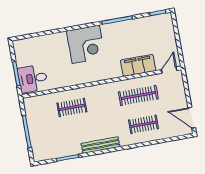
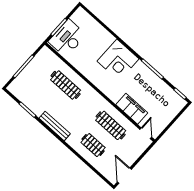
door: (169, 70) -> (146, 133), hinge flipped
desk: (33, 79) -> (67, 38), width x1.37
clothes rail: (72, 107) -> (66, 85), width x1.36

